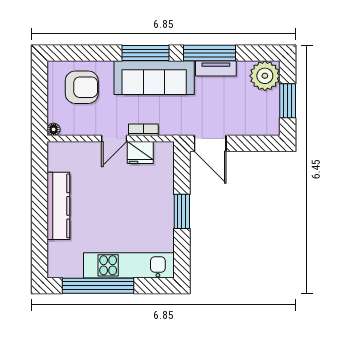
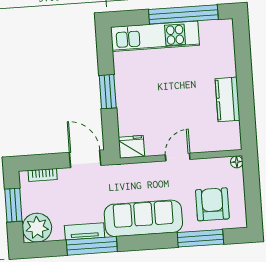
window: (146, 53) -> (200, 238), moved
armchair: (82, 87) -> (212, 204), turned 90
bookcase: (143, 130) -> (43, 175), moved
fridge: (140, 153) -> (131, 147), moved
kitchen counter: (58, 206) -> (228, 99), width x0.67

